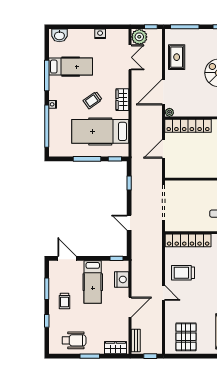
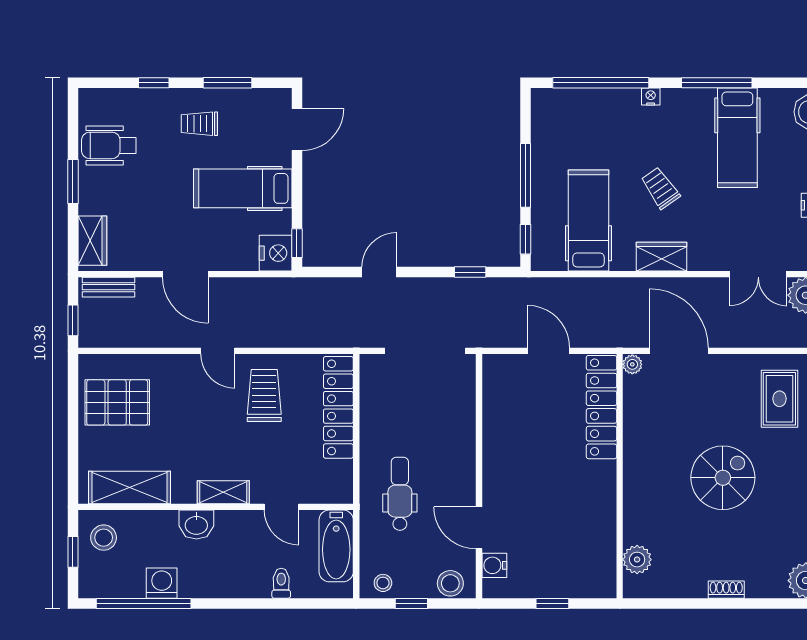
rug: (177, 57) -> (779, 399), moved, turned 90
hospital bed: (100, 131) -> (589, 220), width x0.73, depth x0.78
nightstand: (122, 279) -> (276, 253), moved, turned -90
door: (163, 293) -> (218, 351), hinge flipped
wheelchair: (74, 340) -> (109, 145), turned 90

